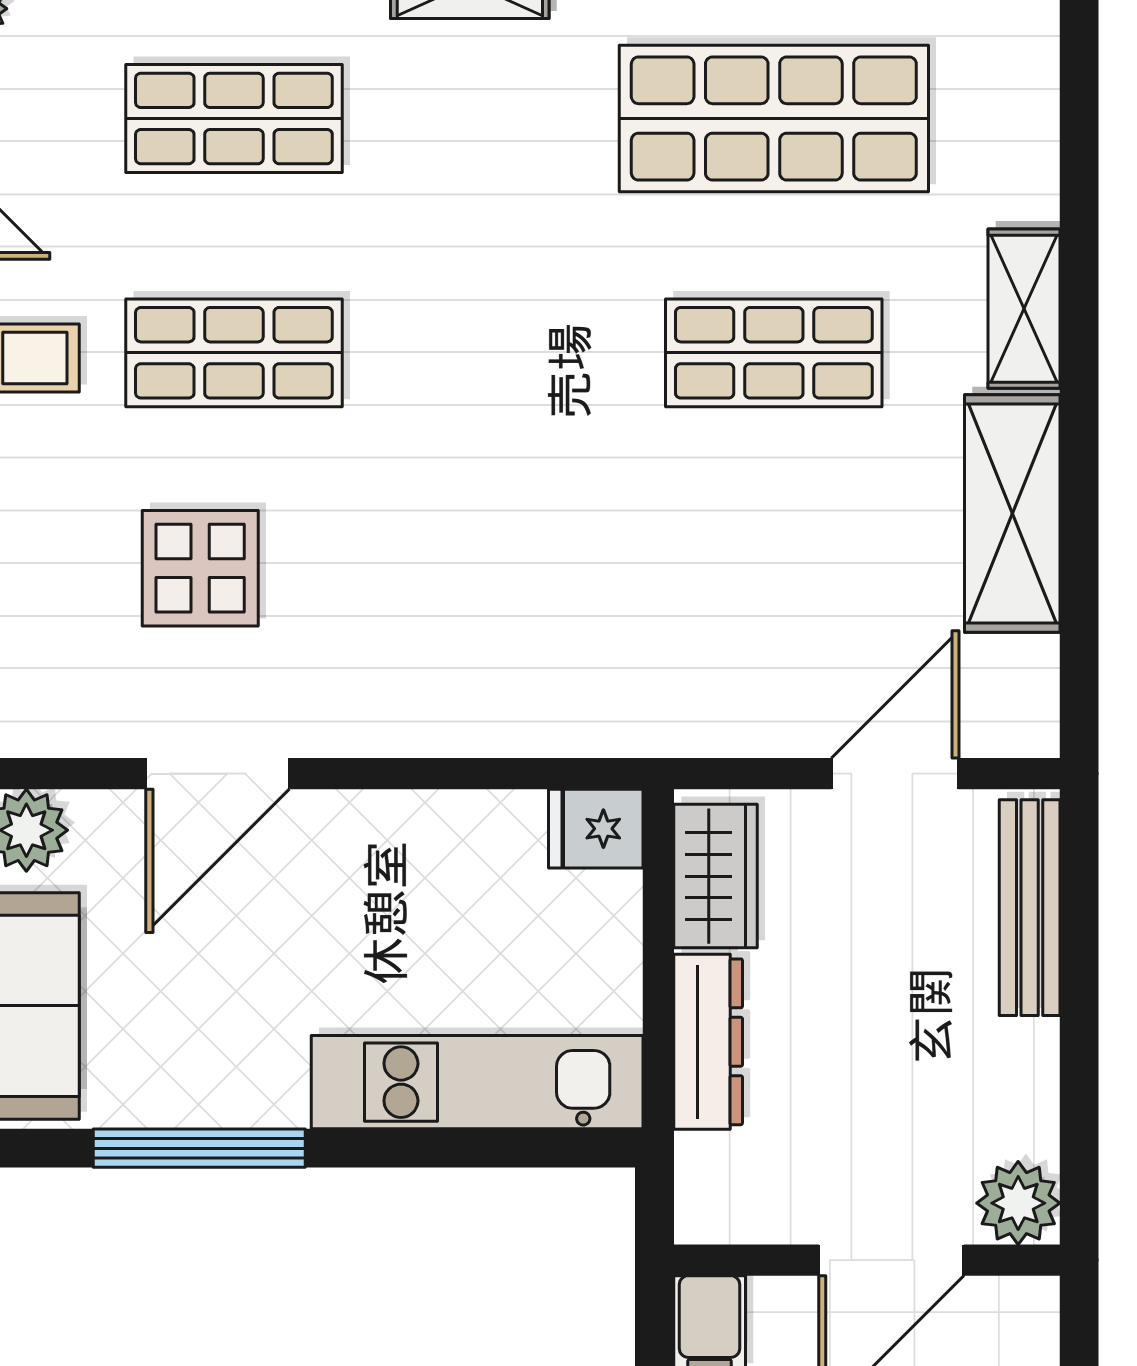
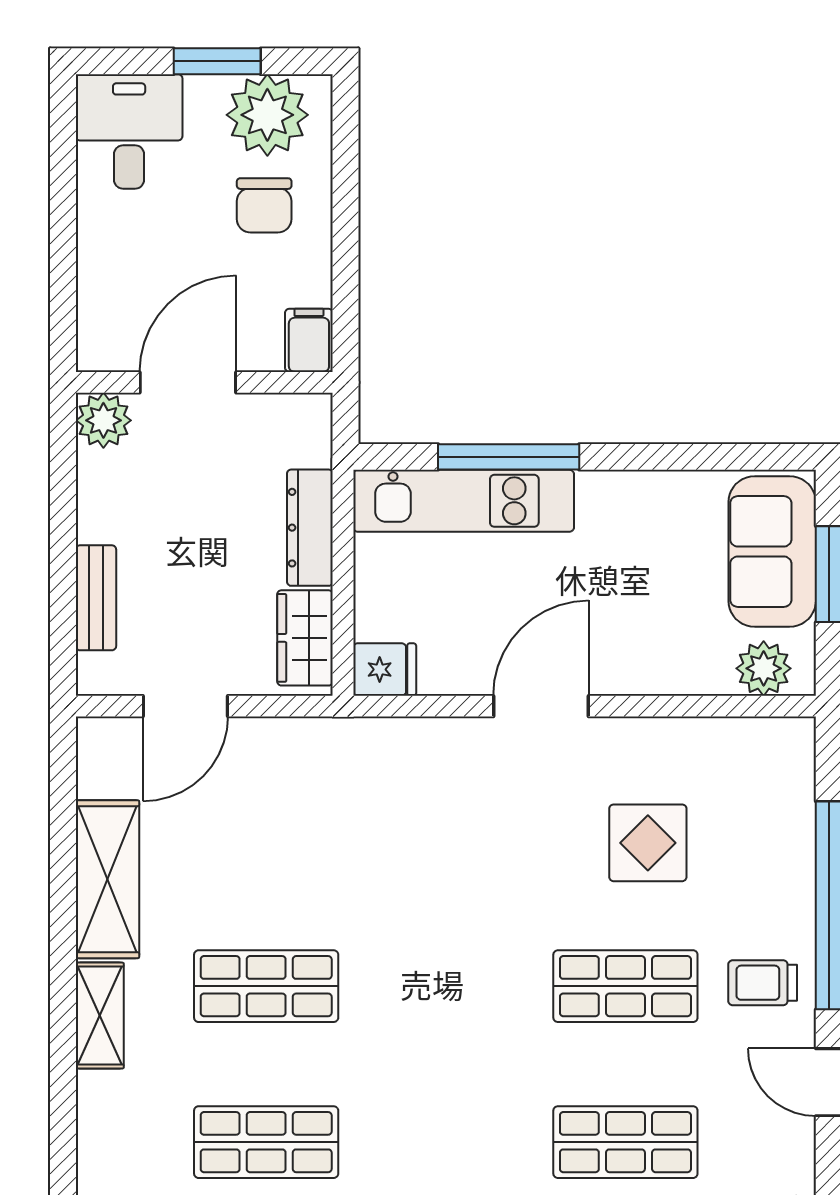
shop shelf: (774, 118) -> (266, 1142), width x0.70, depth x0.74
door: (218, 774) -> (541, 706), moved
bench: (1030, 908) -> (96, 598), width x0.73
window: (199, 1148) -> (509, 457), moved

